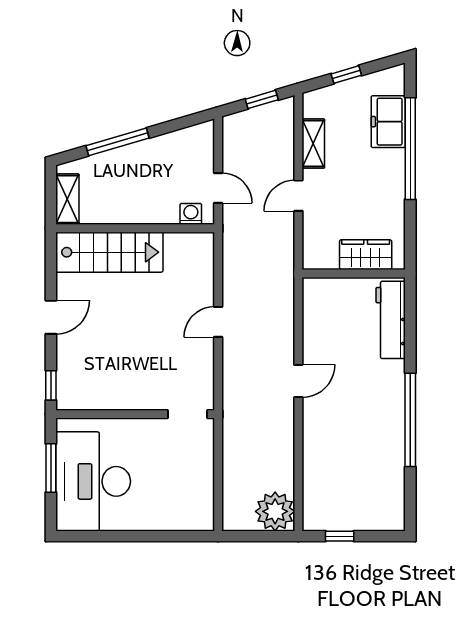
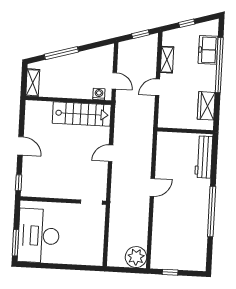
stairs: (109, 252) -> (82, 114), moved
wardrobe: (366, 255) -> (206, 106), moved, turned -90
door: (51, 317) -> (20, 146), hinge flipped
window: (51, 468) -> (15, 243), moved

